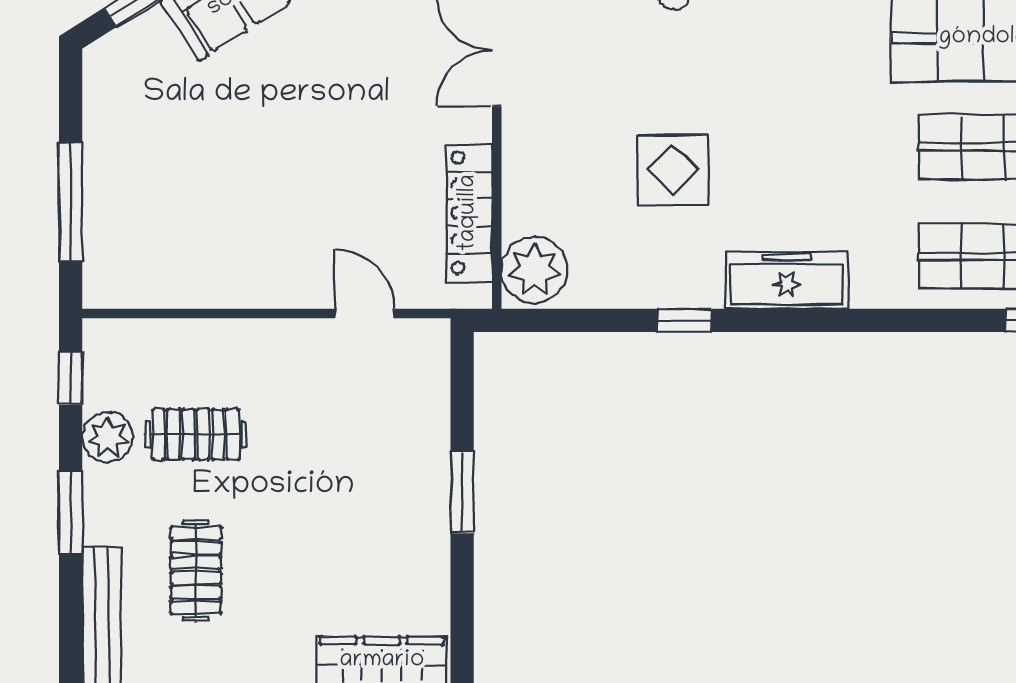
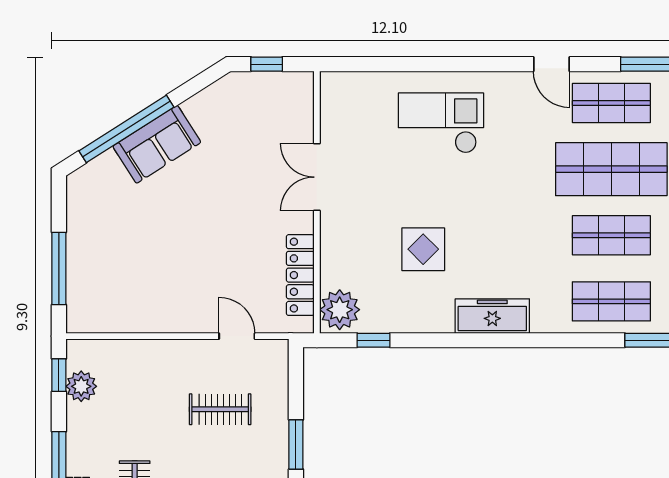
window: (685, 320) -> (373, 340), moved
clothes rail: (196, 434) -> (220, 409), moved
plant: (108, 437) -> (81, 386), moved

